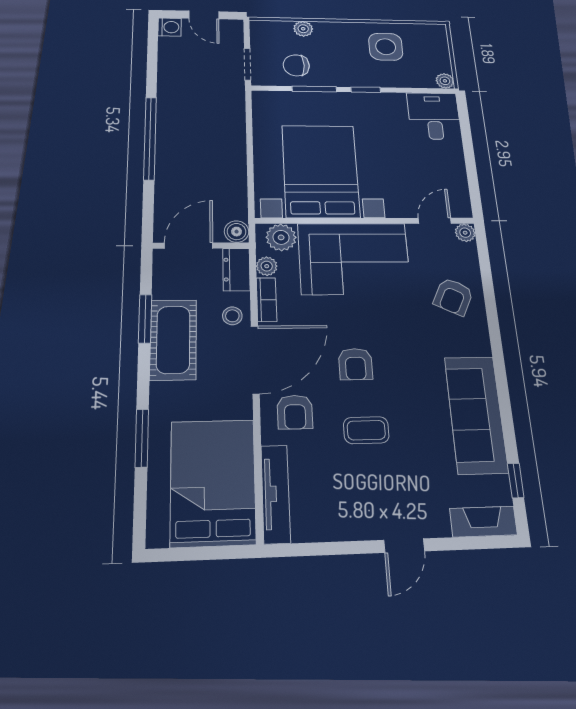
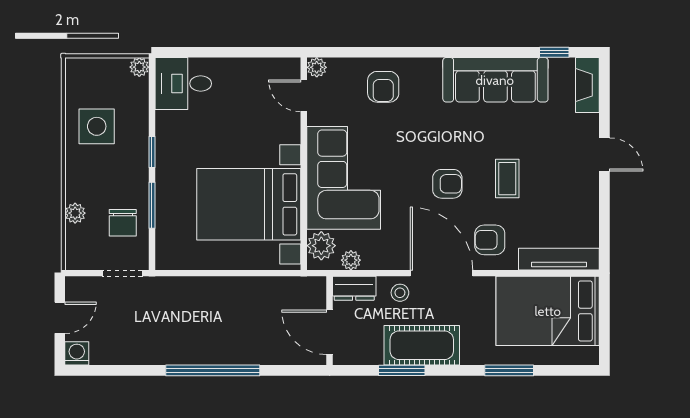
boiler: (237, 232) -> (315, 288), removed
armchair: (453, 297) -> (383, 87), turned 64
bookcase: (267, 300) -> (384, 261), removed
armchair: (295, 412) -> (490, 240), turned 180

